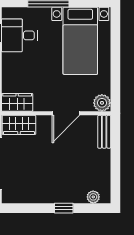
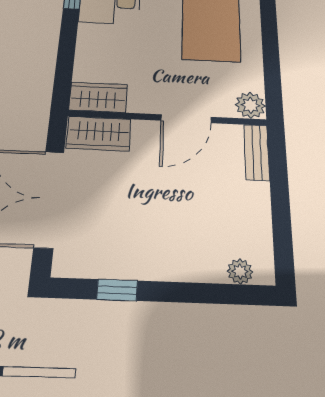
window: (64, 208) -> (117, 290), moved

